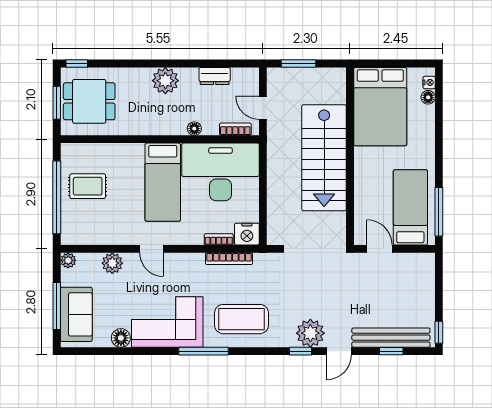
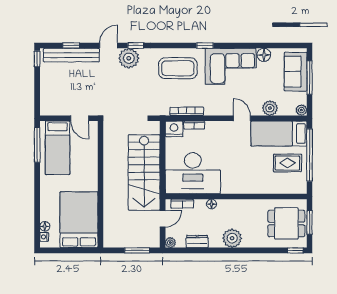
plant: (252, 74) -> (170, 243), added
door: (263, 108) -> (163, 219), hinge flipped
stairs: (324, 158) -> (144, 172), moved, turned 180
bed: (163, 182) -> (279, 134), moved, turned -90
window: (204, 351) -> (205, 45), width x0.46

